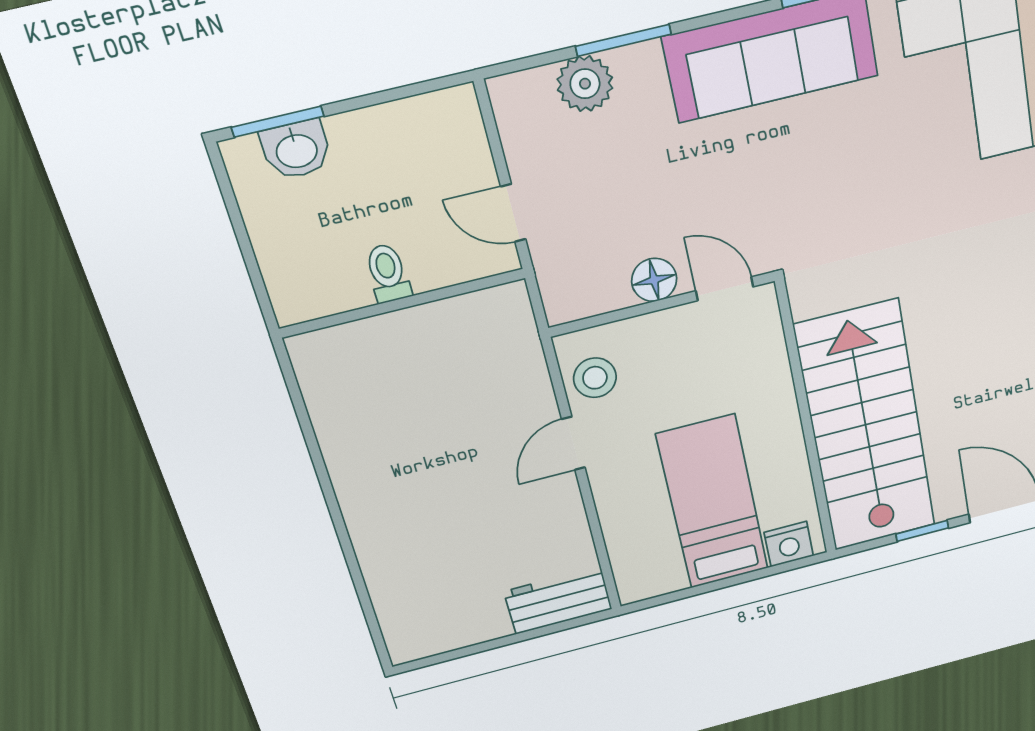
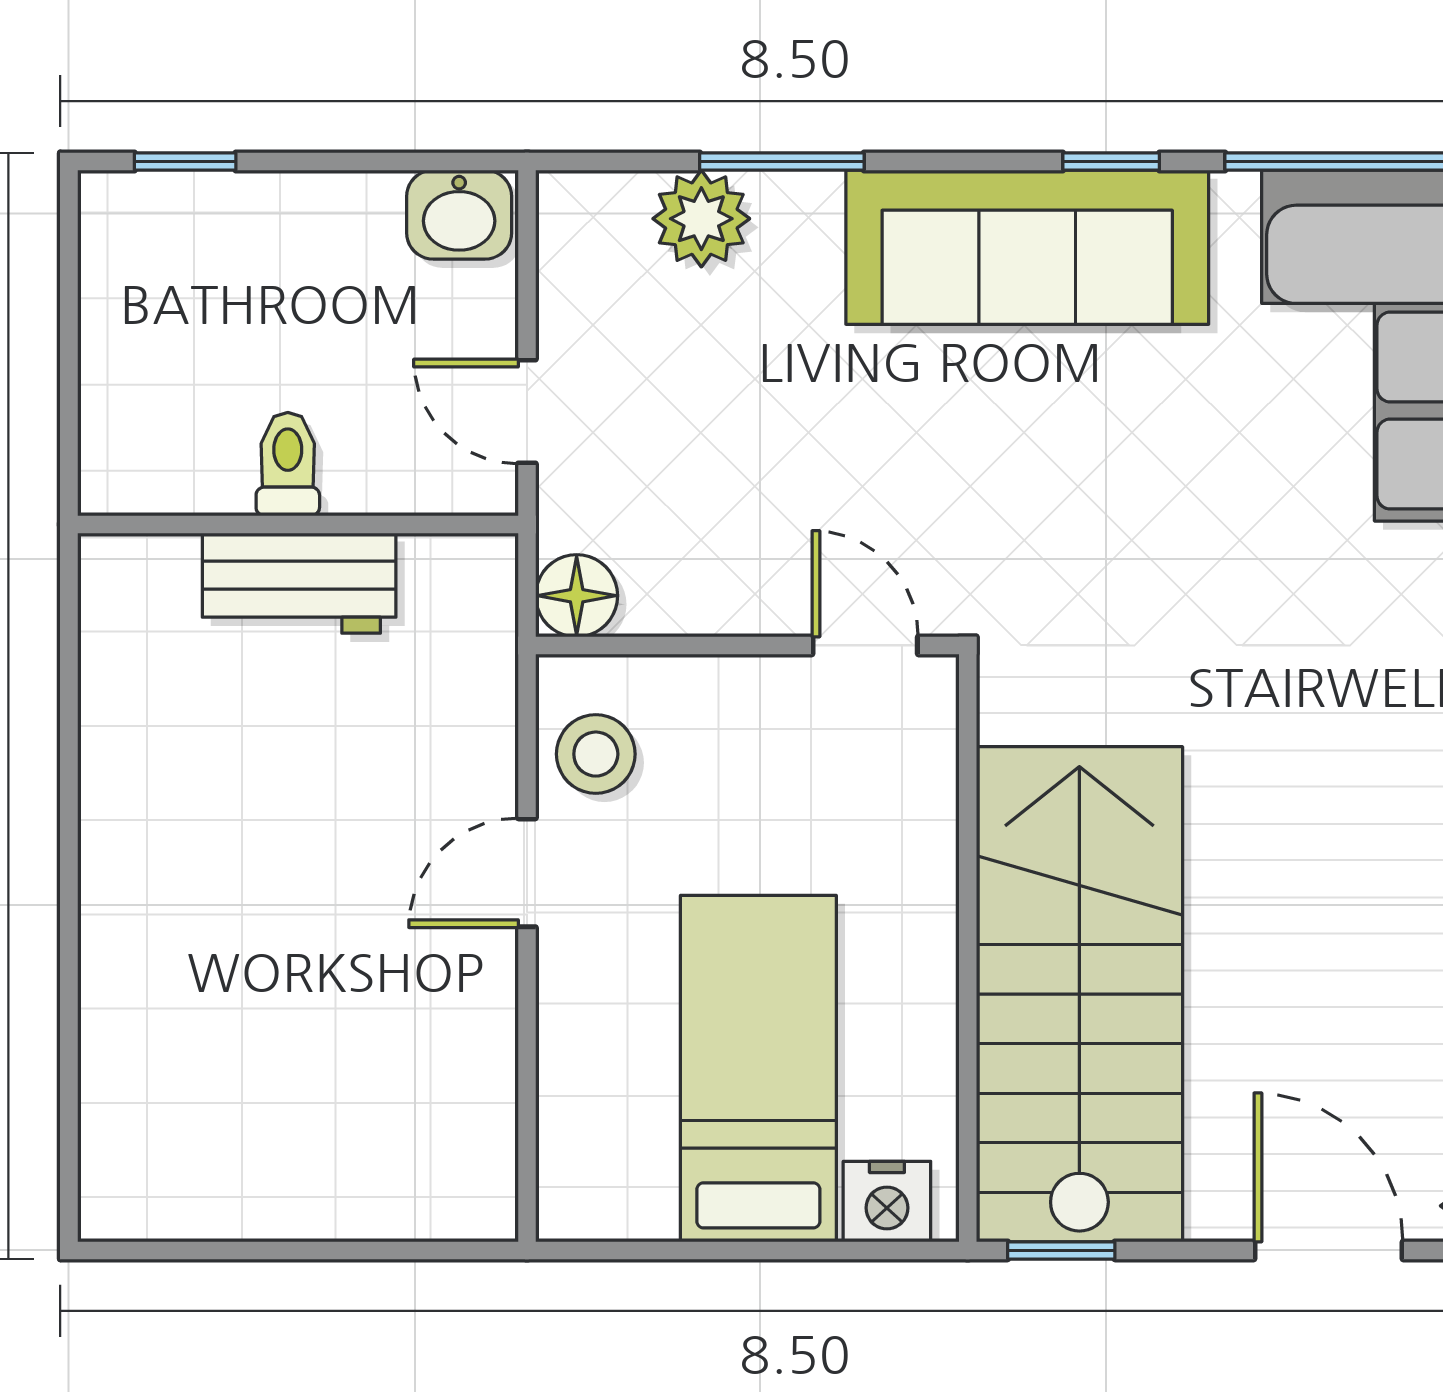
window: (278, 122) -> (185, 162), width x0.67
washbasin: (296, 150) -> (459, 215), moved
floor lamp: (654, 280) -> (577, 596), moved
window: (922, 531) -> (1061, 1250), moved
workbench: (558, 600) -> (299, 583), moved, turned 180

